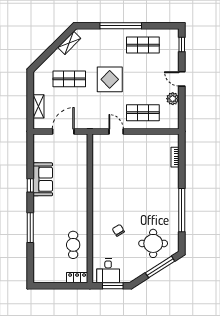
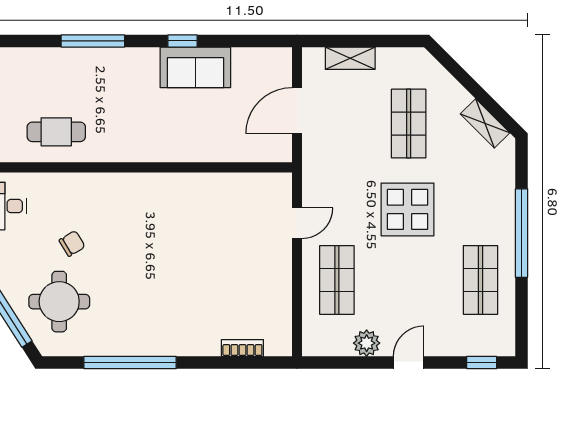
door: (63, 131) -> (297, 111), swing flipped
chair: (118, 230) -> (72, 243), moved

